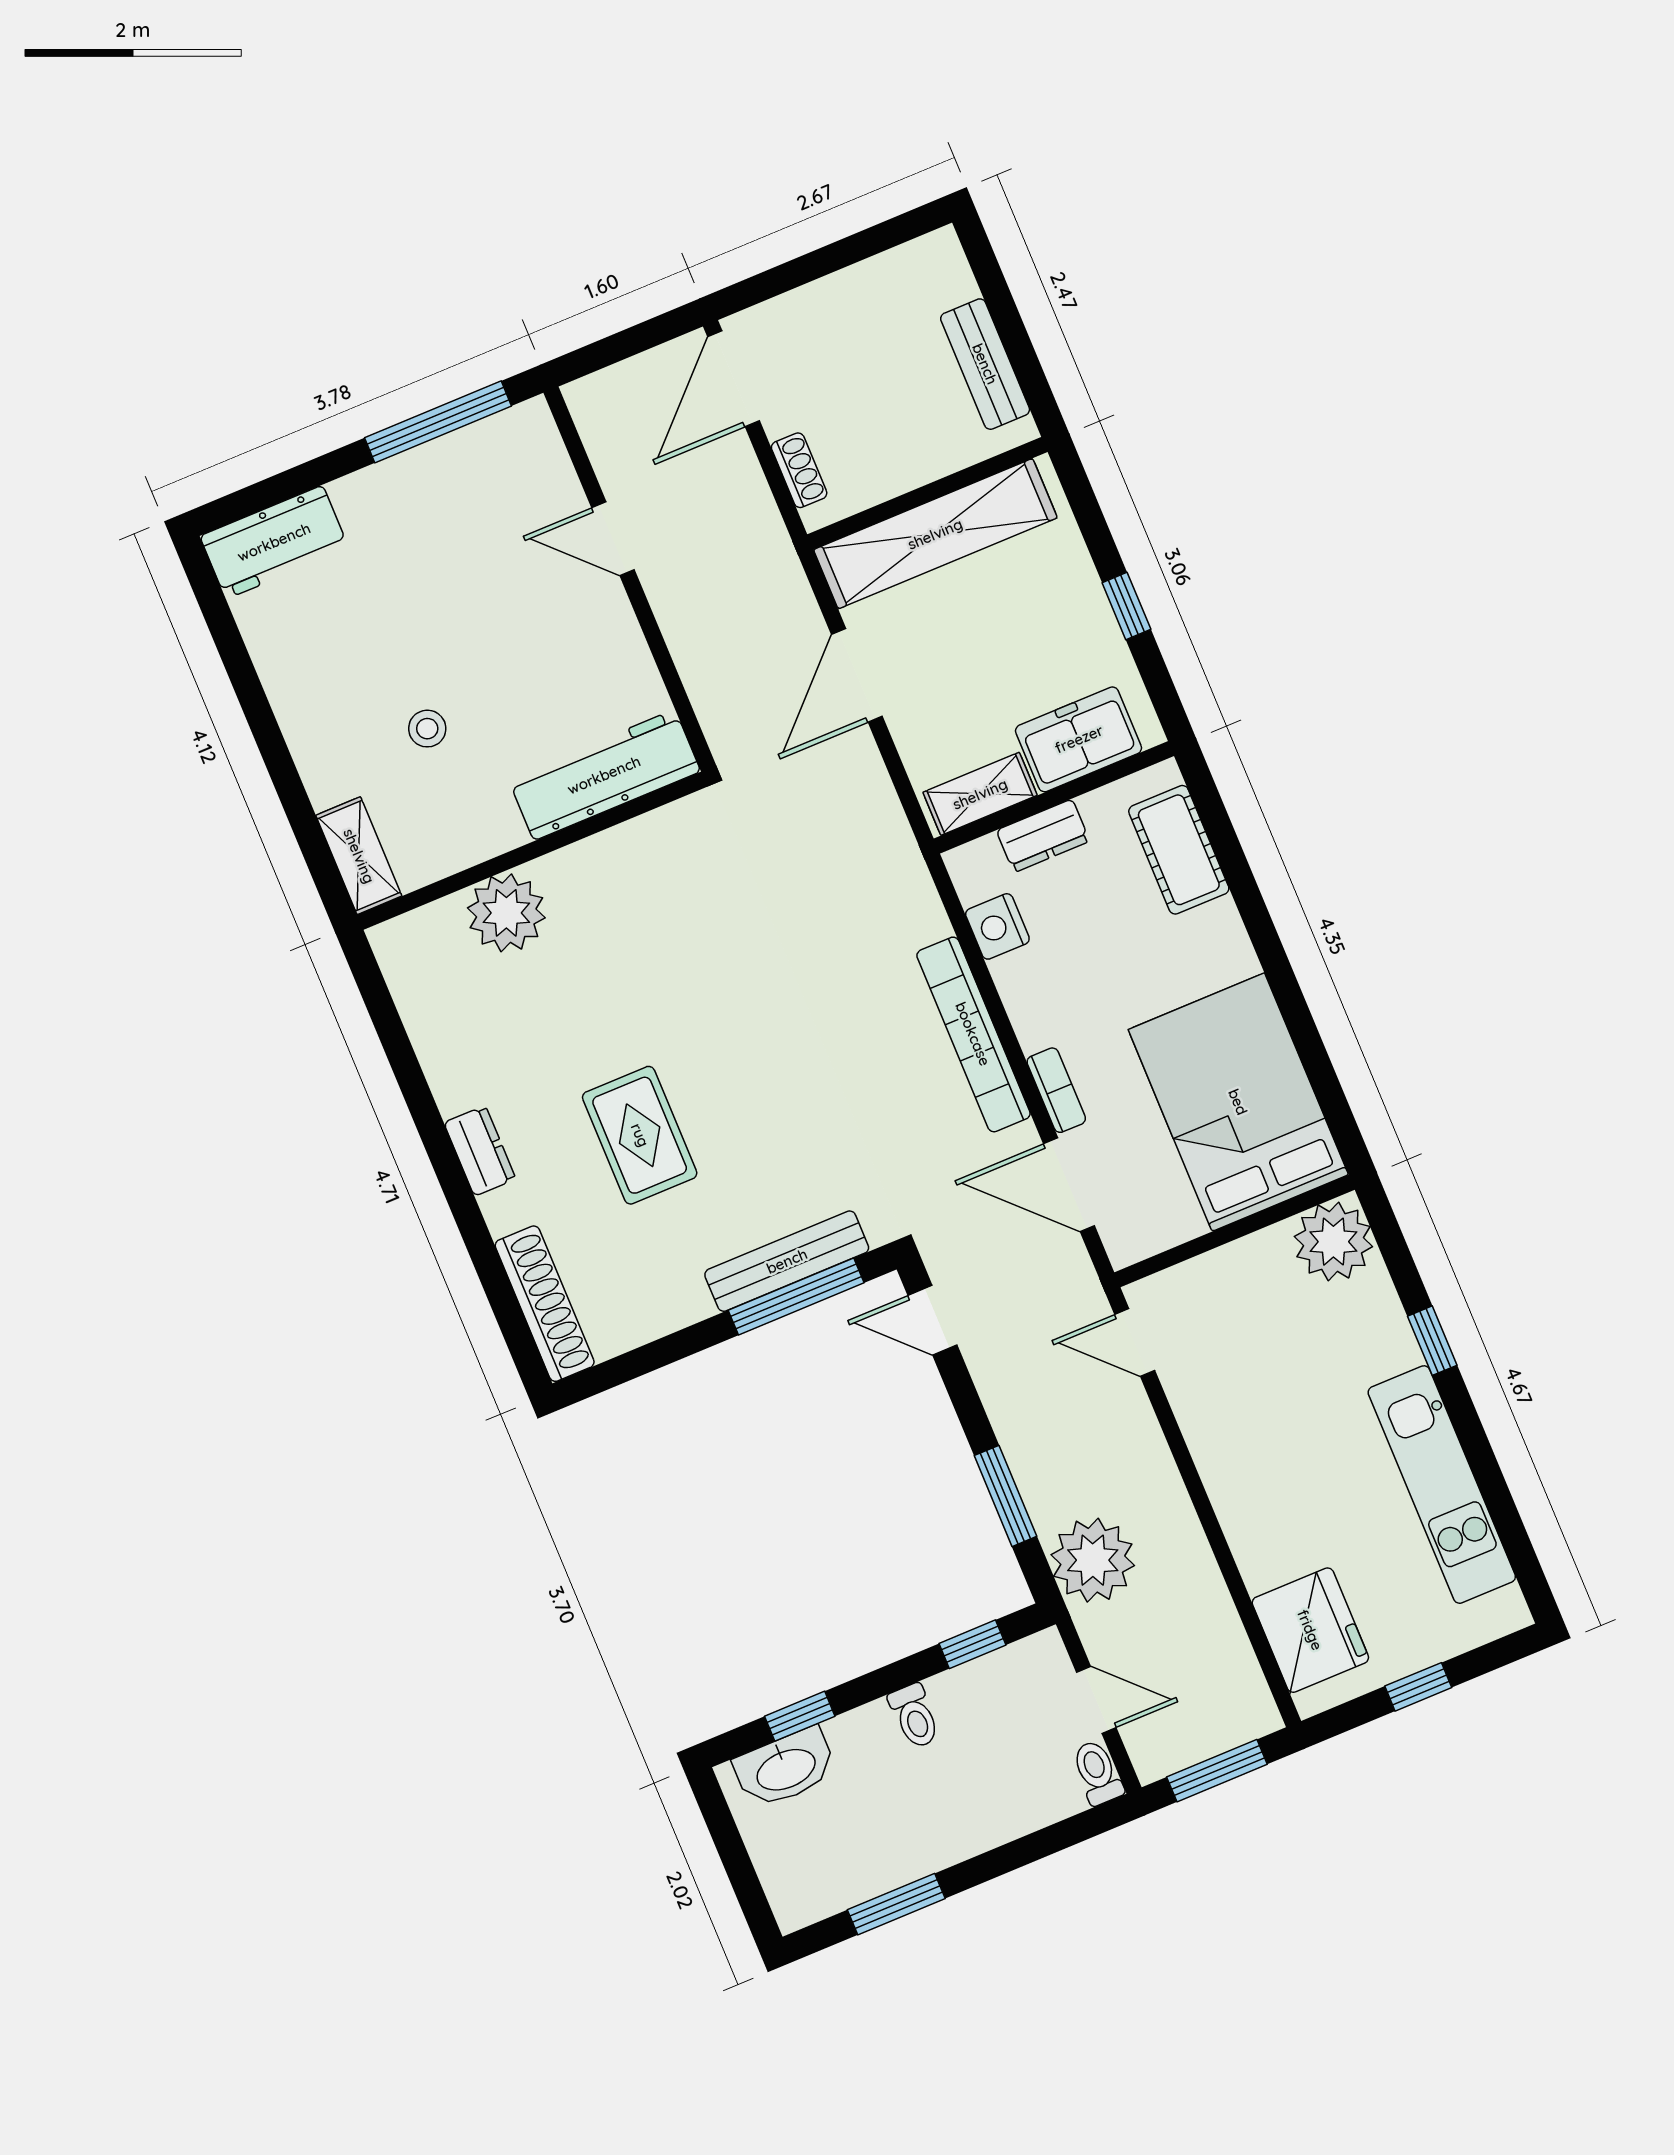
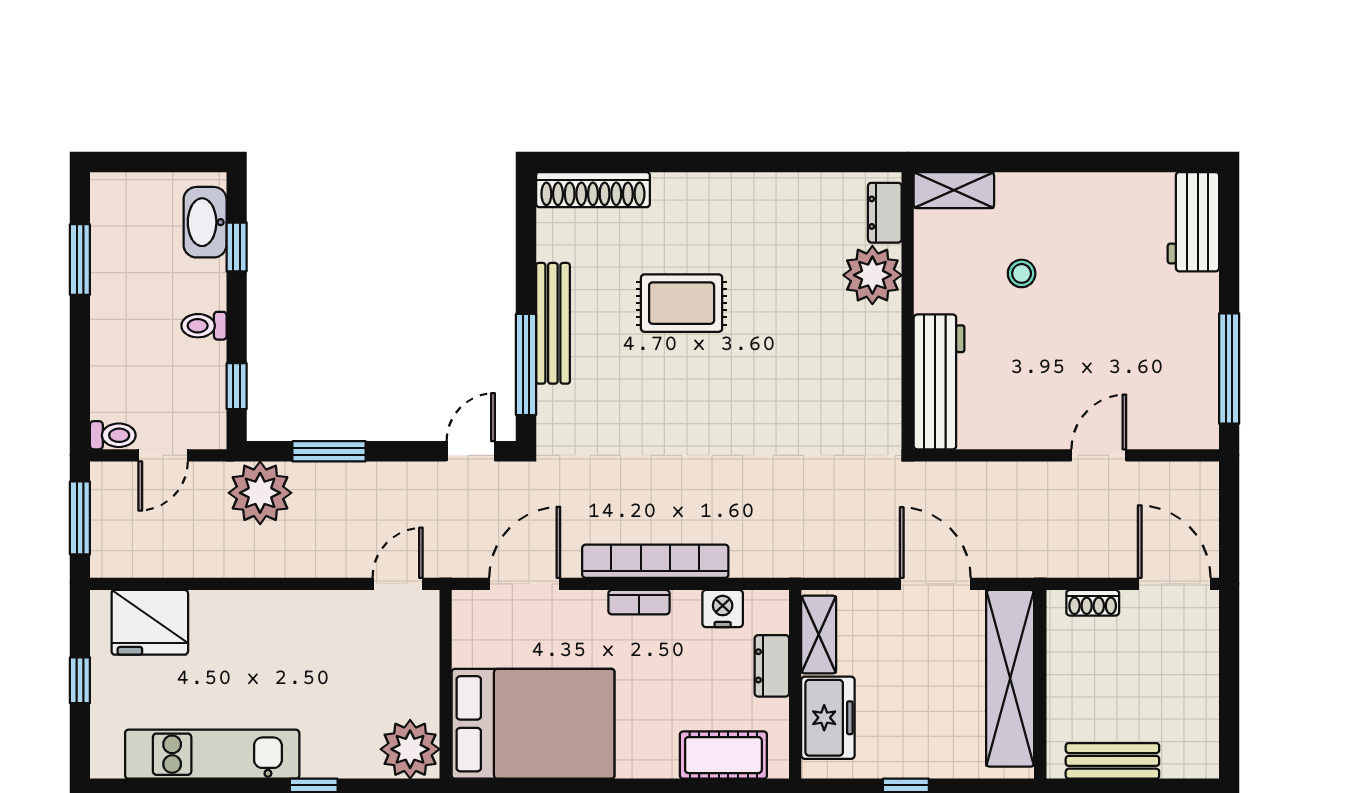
bookcase: (1056, 1090) -> (639, 602), moved
dresser: (480, 1151) -> (885, 213), moved, turned 90
bench: (787, 1261) -> (553, 323), moved

